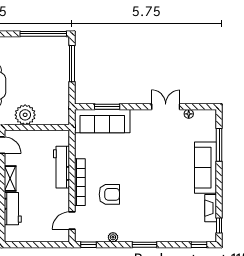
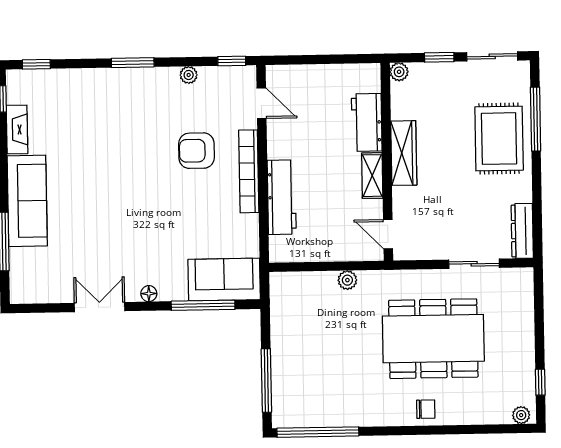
window: (107, 107) -> (203, 305), width x1.44
double door: (166, 107) -> (99, 307), swing flipped
floor lamp: (189, 114) -> (149, 294), moved
plant: (25, 115) -> (347, 280), width x0.53, depth x0.53
sofa: (102, 121) -> (224, 280), width x0.73
door: (72, 221) -> (262, 103), hinge flipped

